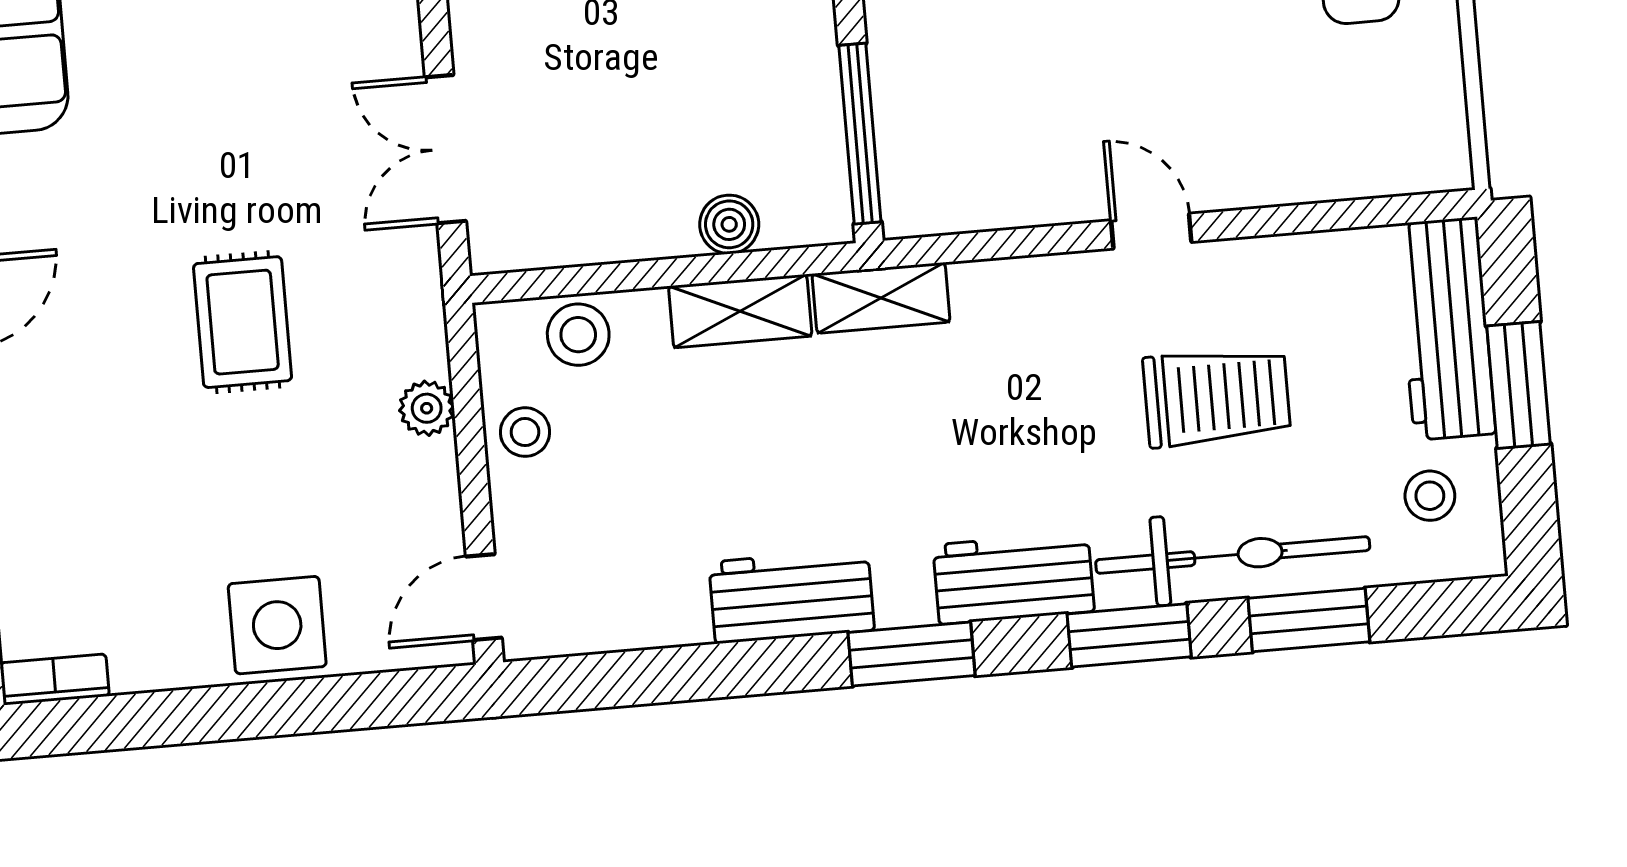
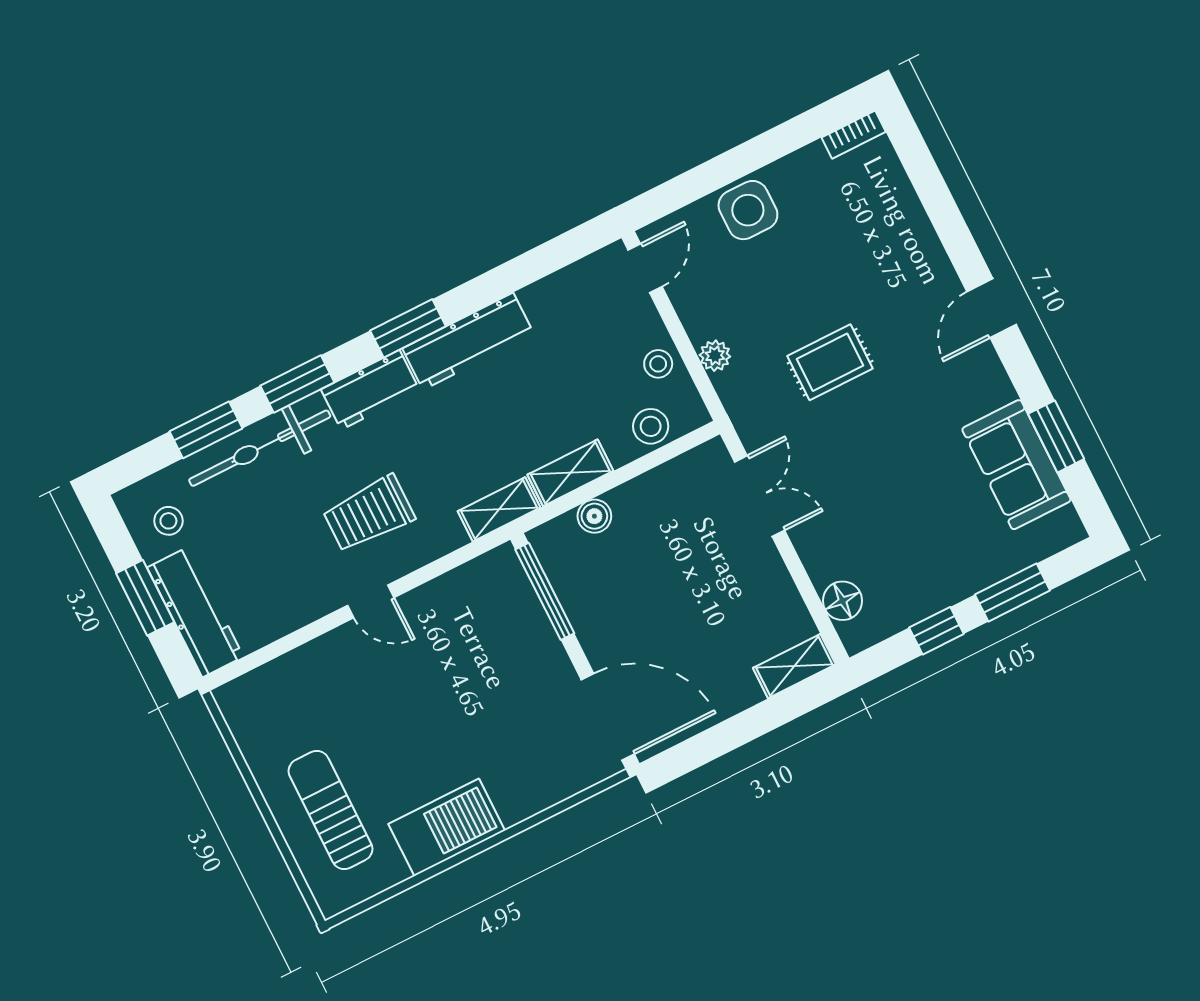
rug: (243, 322) -> (830, 362), turned 90
trolley: (1217, 397) -> (369, 514), moved
workbench: (792, 596) -> (468, 341), width x1.38

